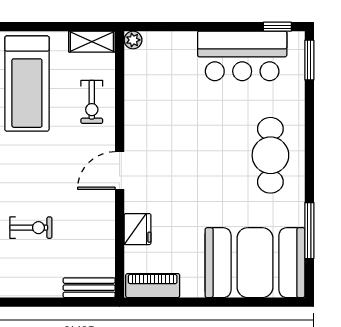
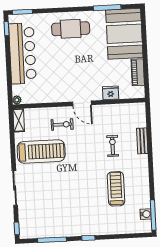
bar counter: (242, 56) -> (22, 53), width x1.36
exercise bike: (92, 102) -> (62, 124), moved
piano: (153, 286) -> (138, 72), moved
bench: (89, 288) -> (142, 141), moved

